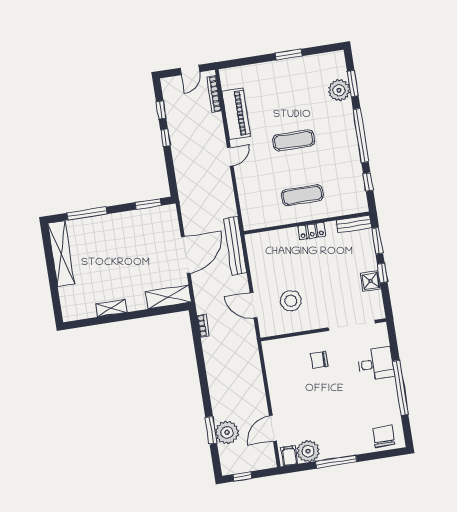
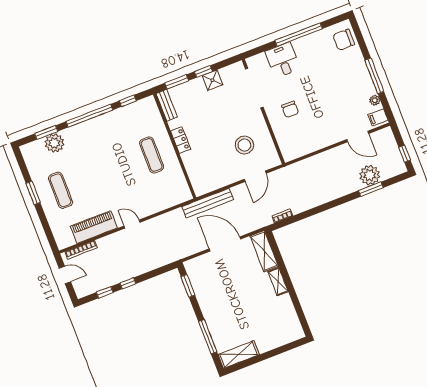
exercise mat: (294, 140) -> (60, 190), moved
shelving: (61, 254) -> (239, 354), width x0.68
shelving: (111, 308) -> (278, 282), moved
plant: (308, 451) -> (375, 100), width x0.53, depth x0.53

